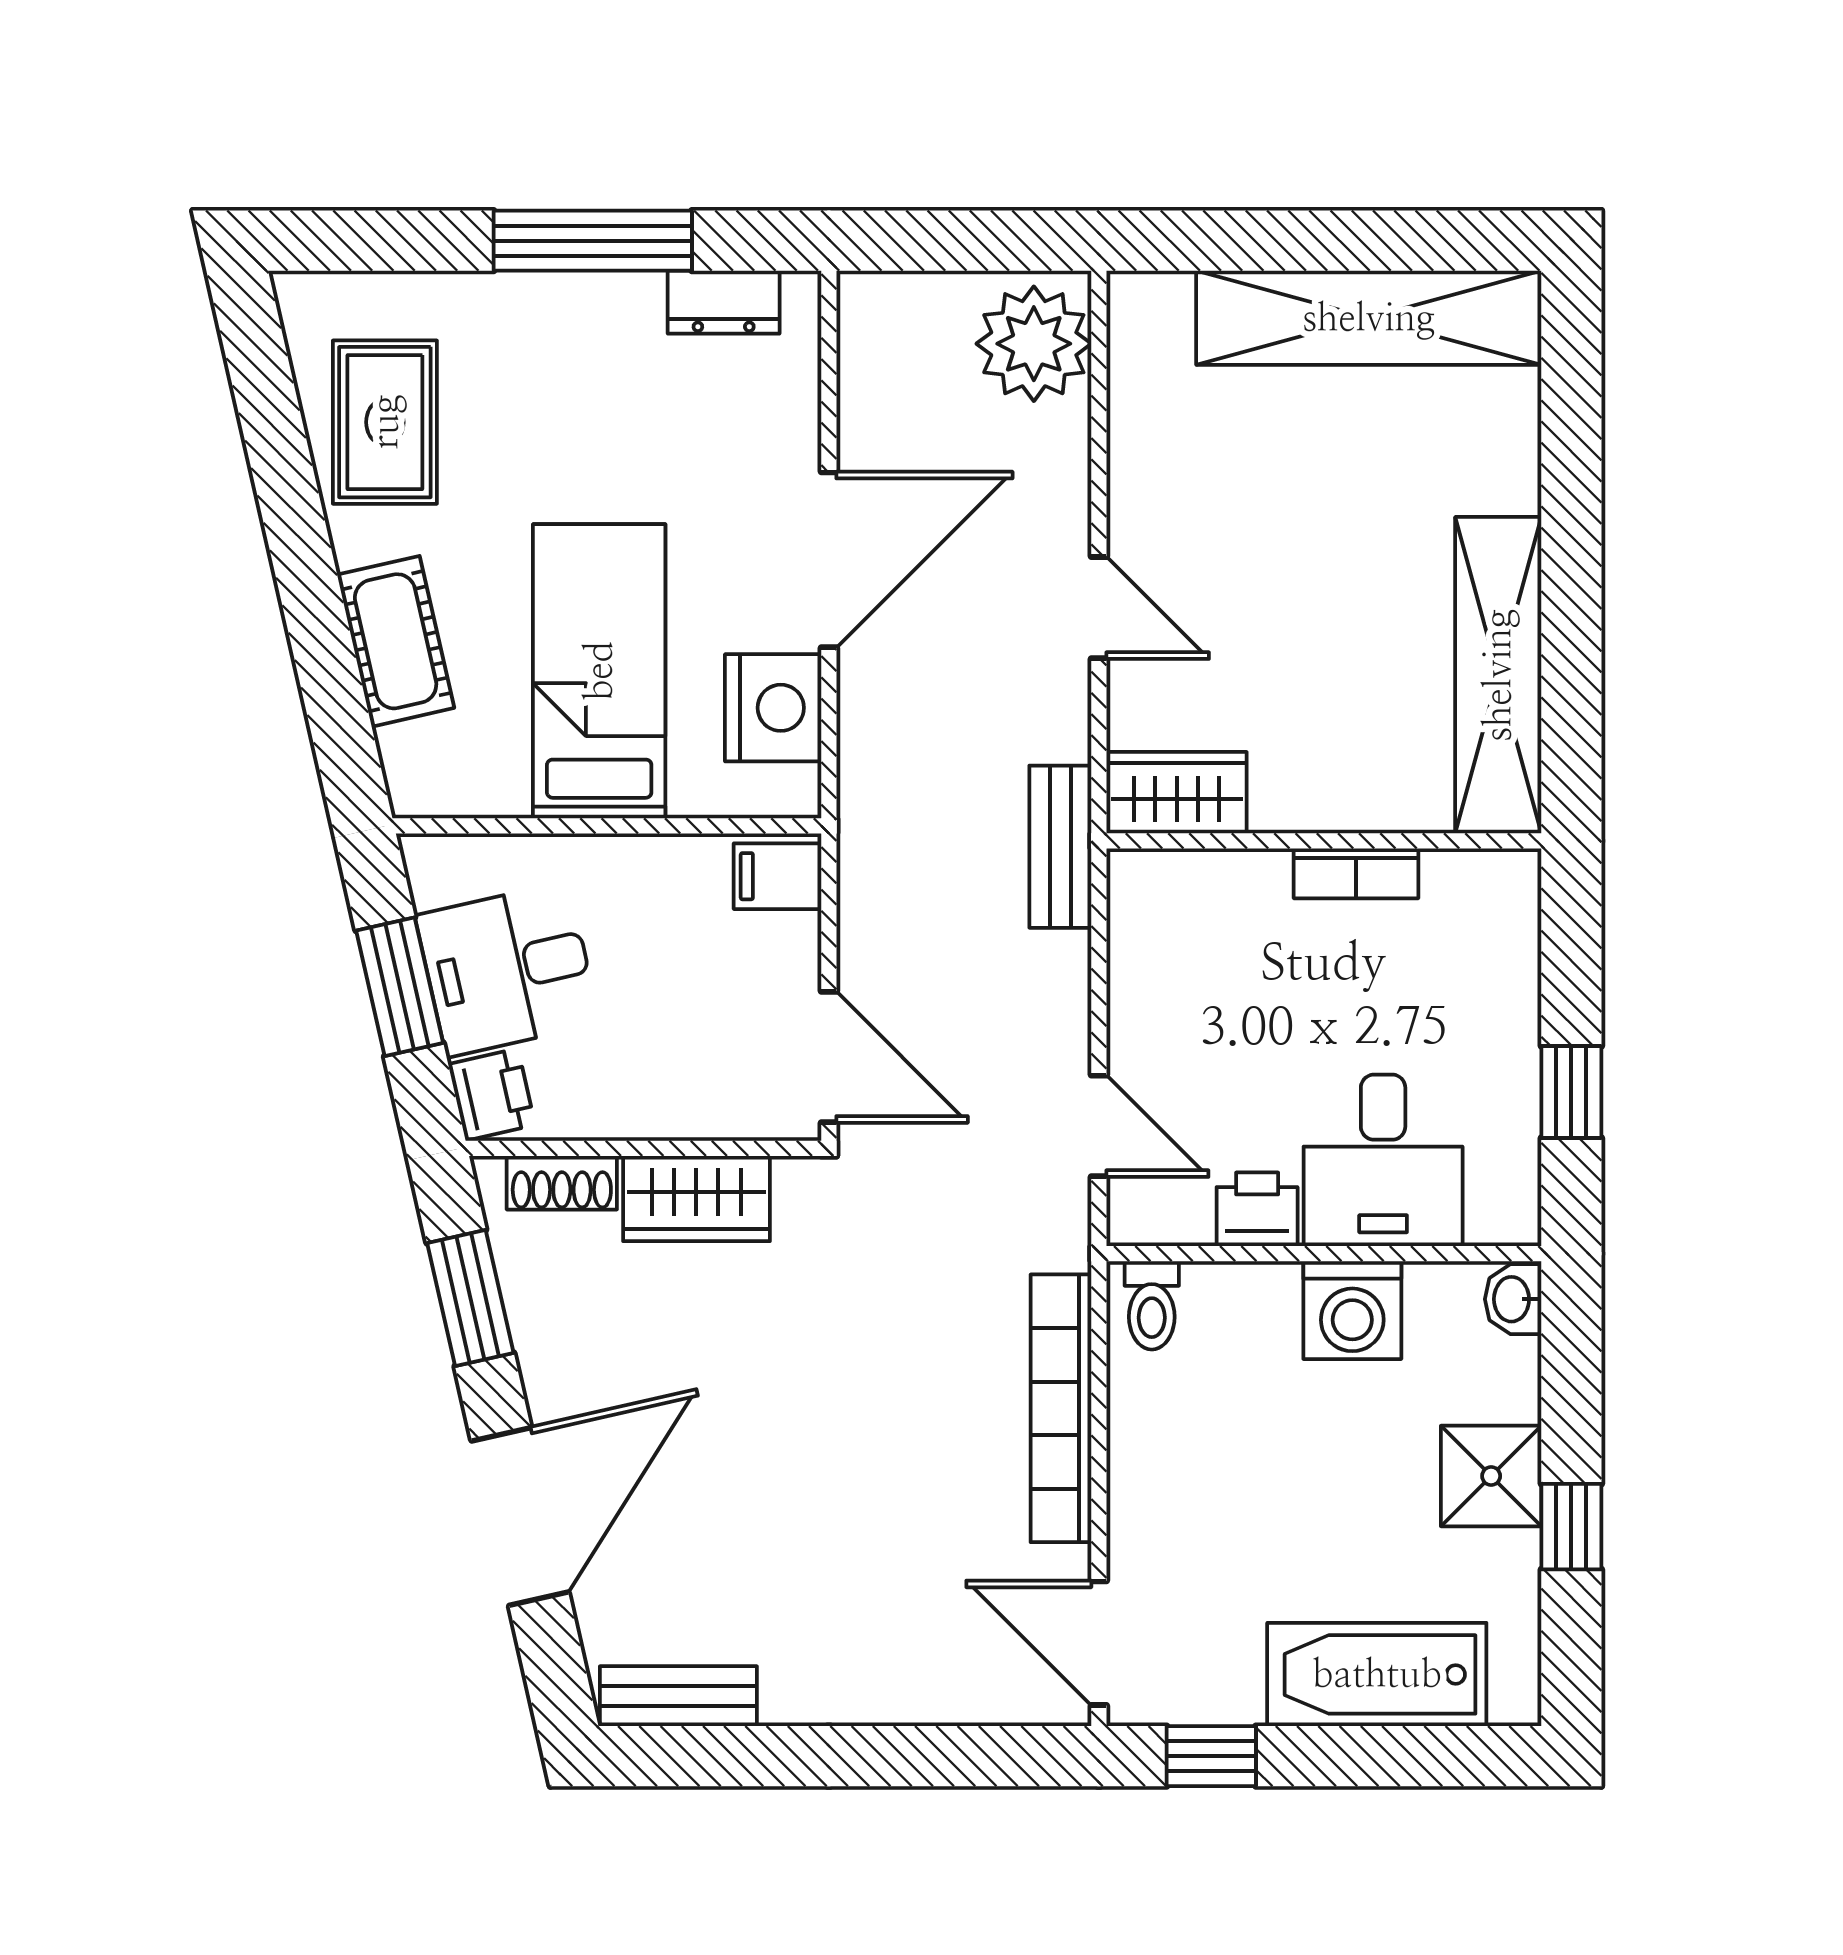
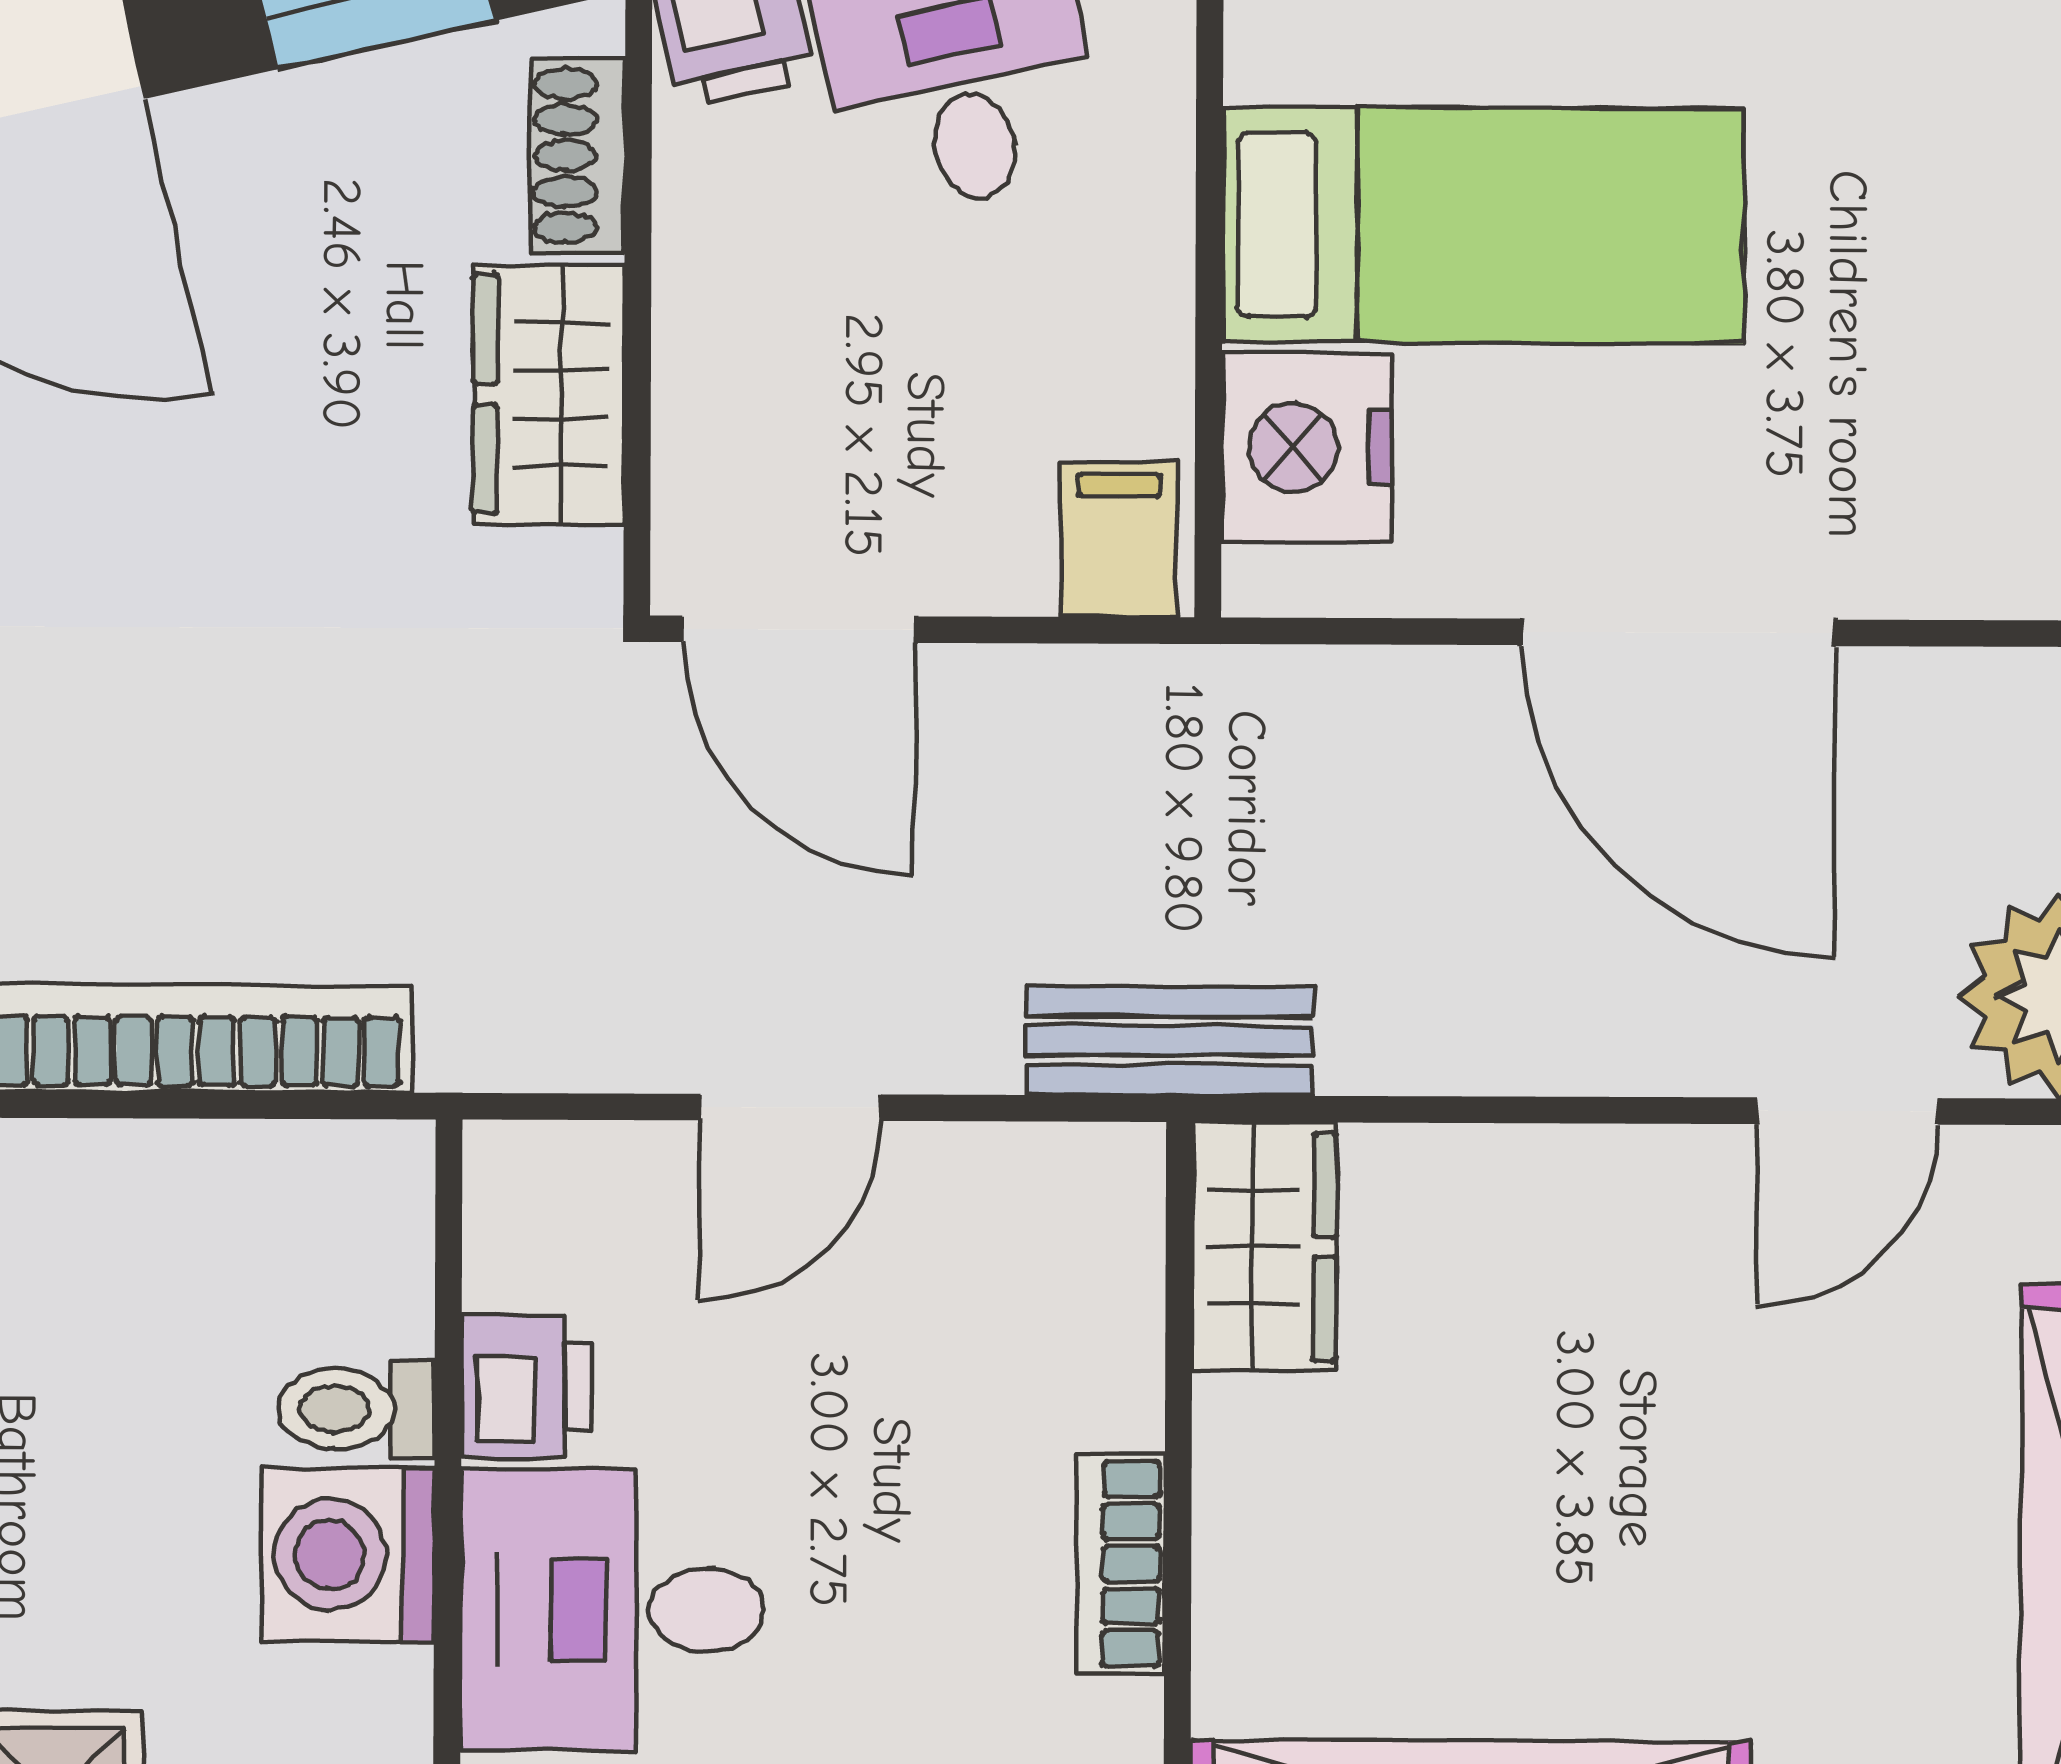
door: (1099, 608) -> (1848, 1111), moved
nightstand: (773, 708) -> (1307, 447), moved, turned 90
door: (829, 1057) -> (799, 629), hinge flipped
door: (1099, 1126) -> (791, 1107), moved
toilet: (1152, 1305) -> (356, 1409), moved

